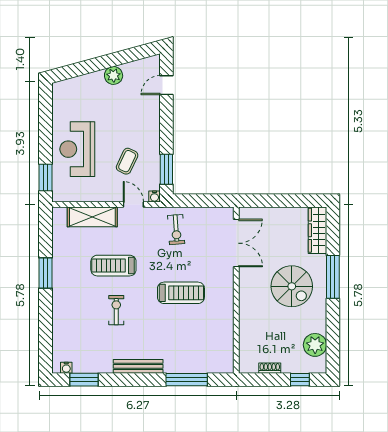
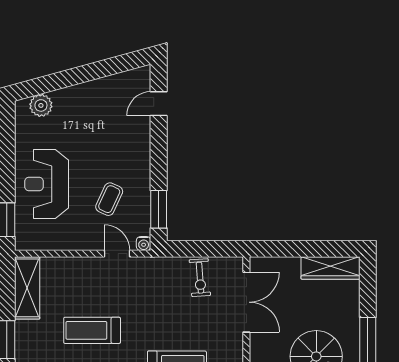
plant: (114, 75) -> (41, 105), moved
shelving: (92, 217) -> (27, 288), moved, turned 90
exercise bike: (176, 230) -> (200, 278), moved
wardrobe: (317, 230) -> (331, 268), moved, turned -90

